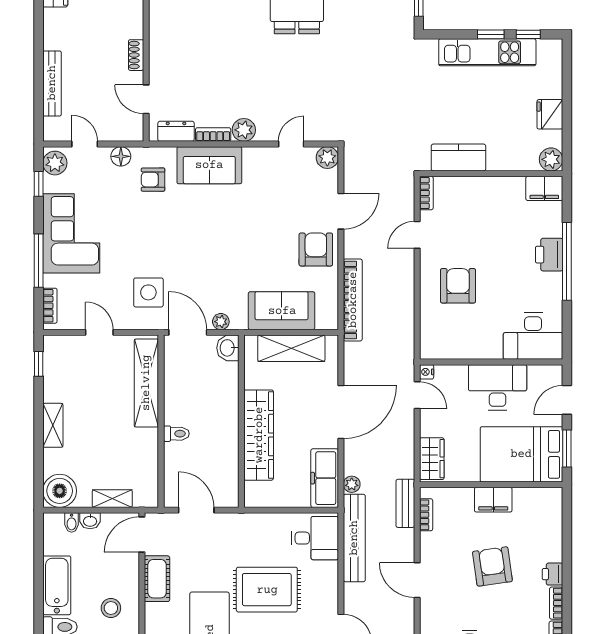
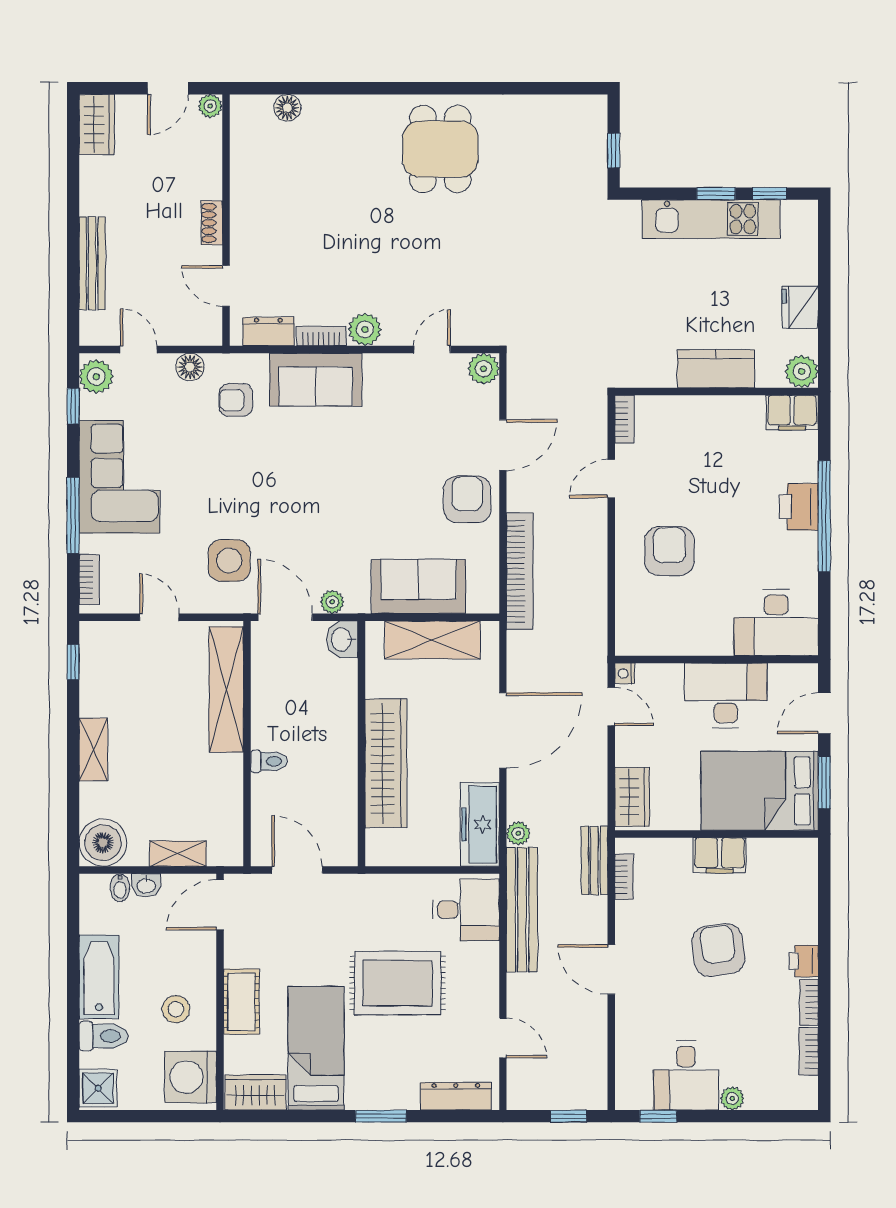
kitchen counter: (458, 158) -> (716, 369), moved
cot: (157, 579) -> (241, 1002), moved

